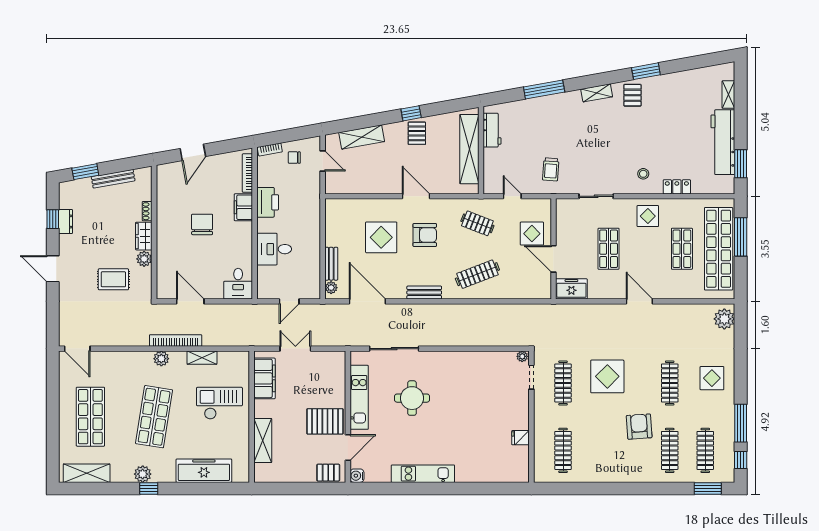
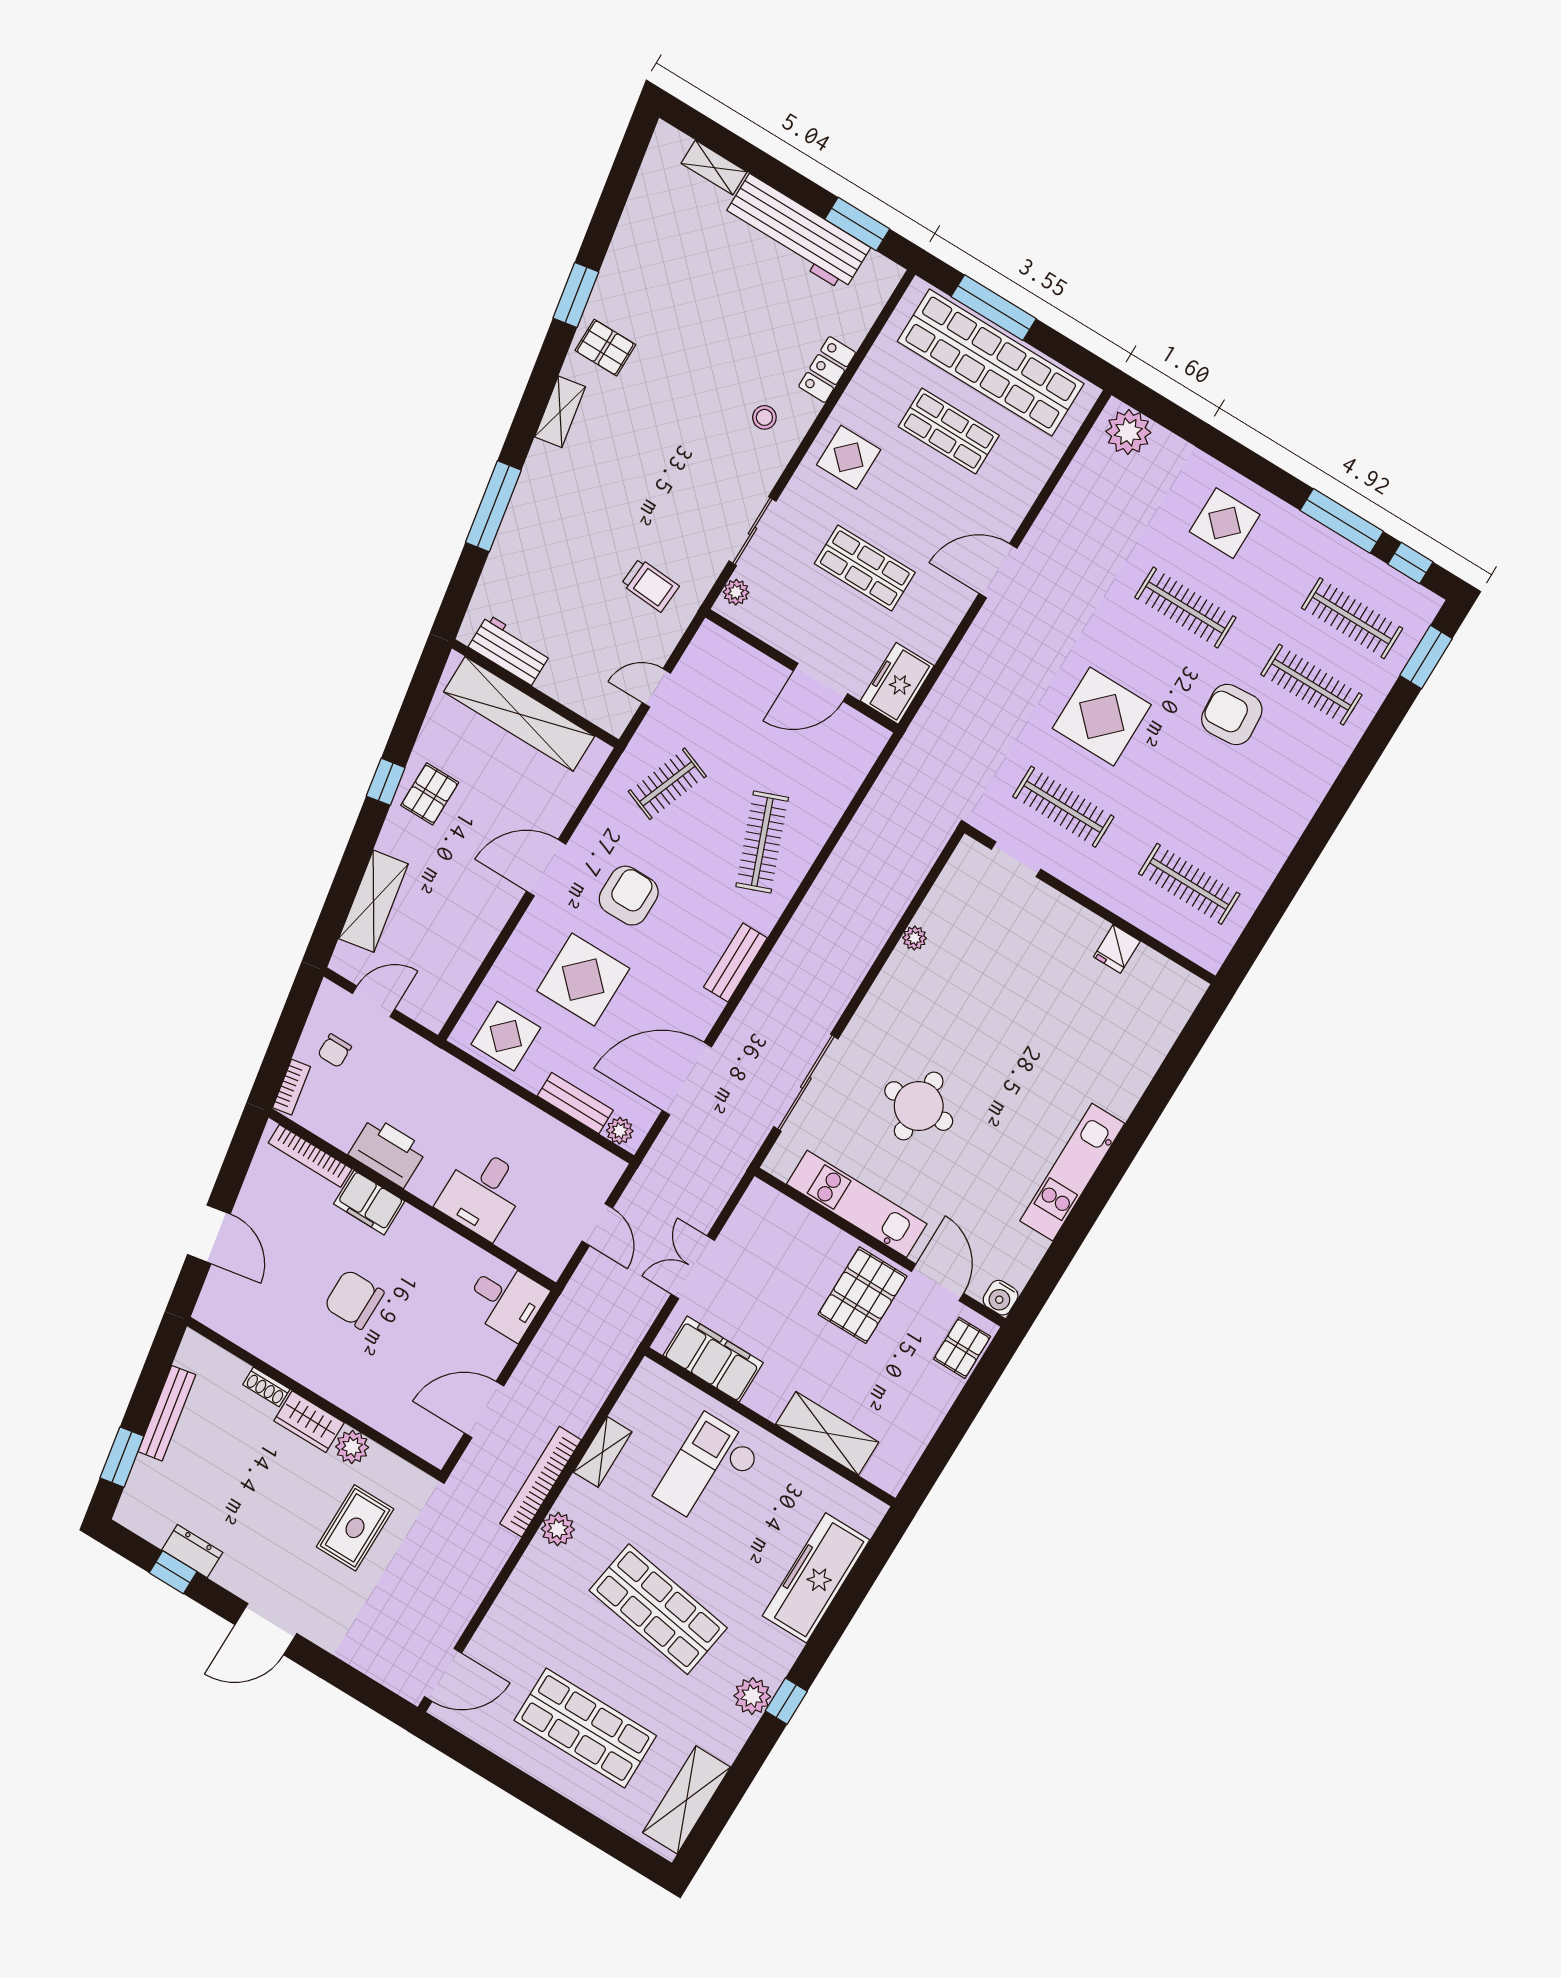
pallet: (417, 133) -> (430, 794), turned 90
plant: (568, 204) -> (736, 592), added
display table: (532, 234) -> (506, 1036), moved
plant: (522, 356) -> (915, 938), moved

